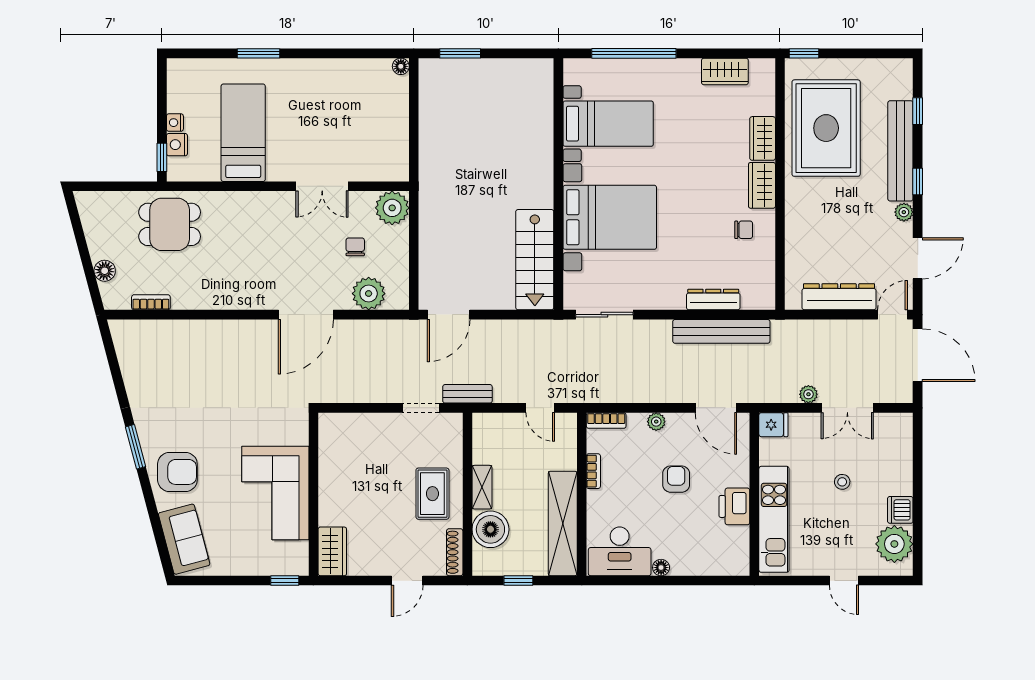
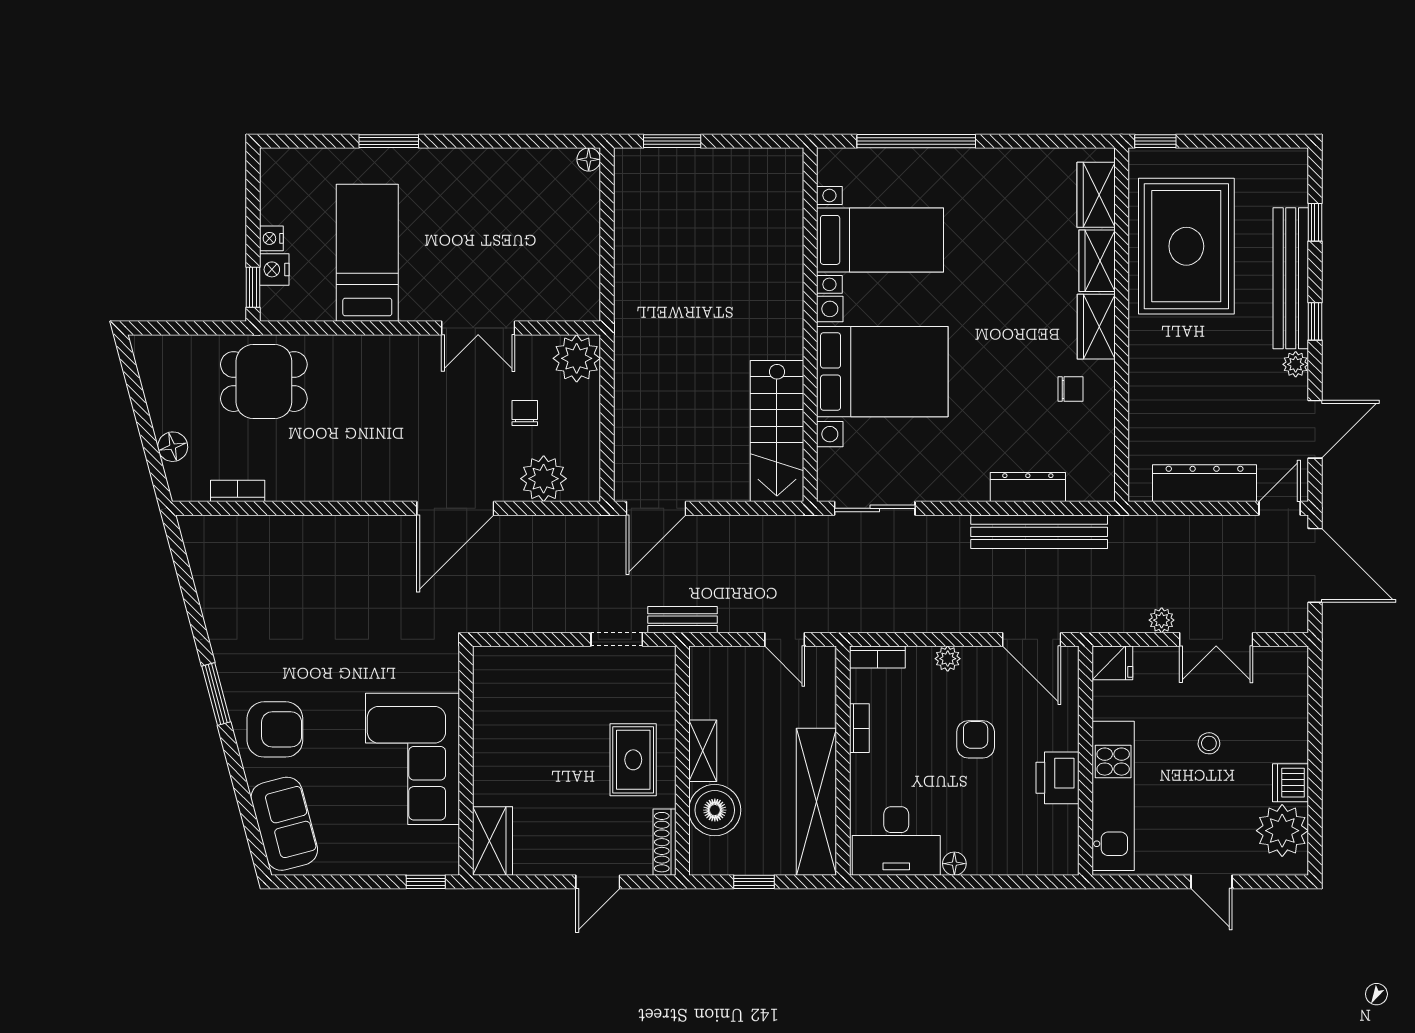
wardrobe: (725, 71) -> (1096, 195), moved, turned 90

